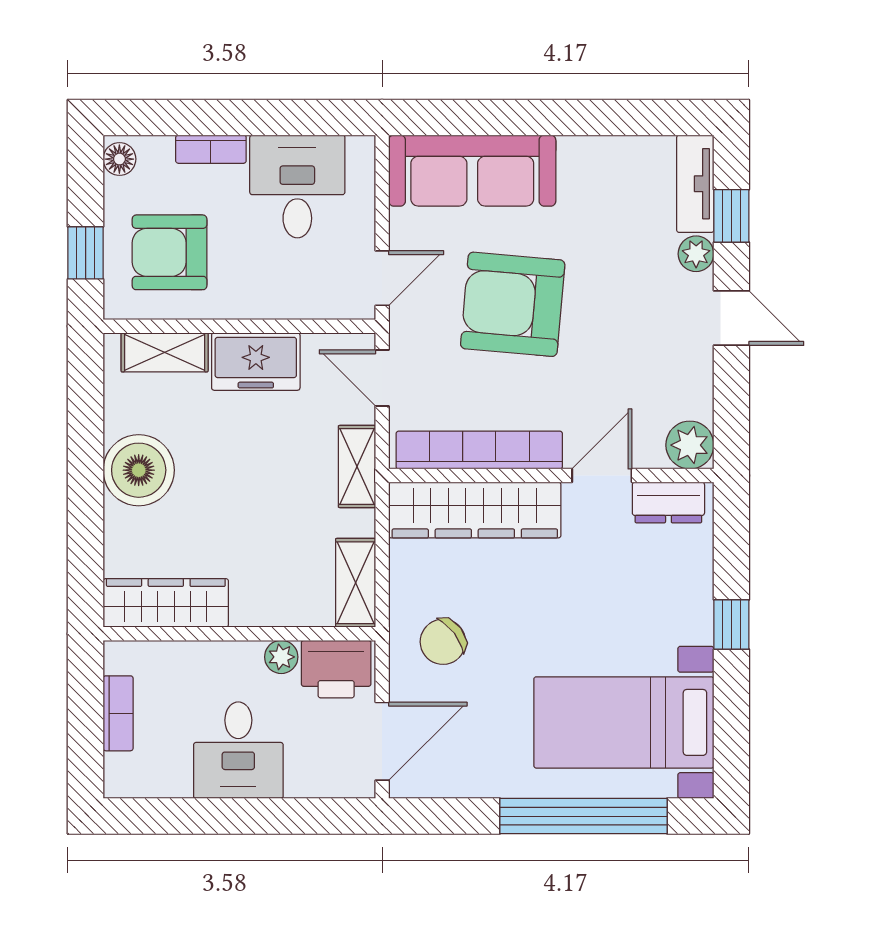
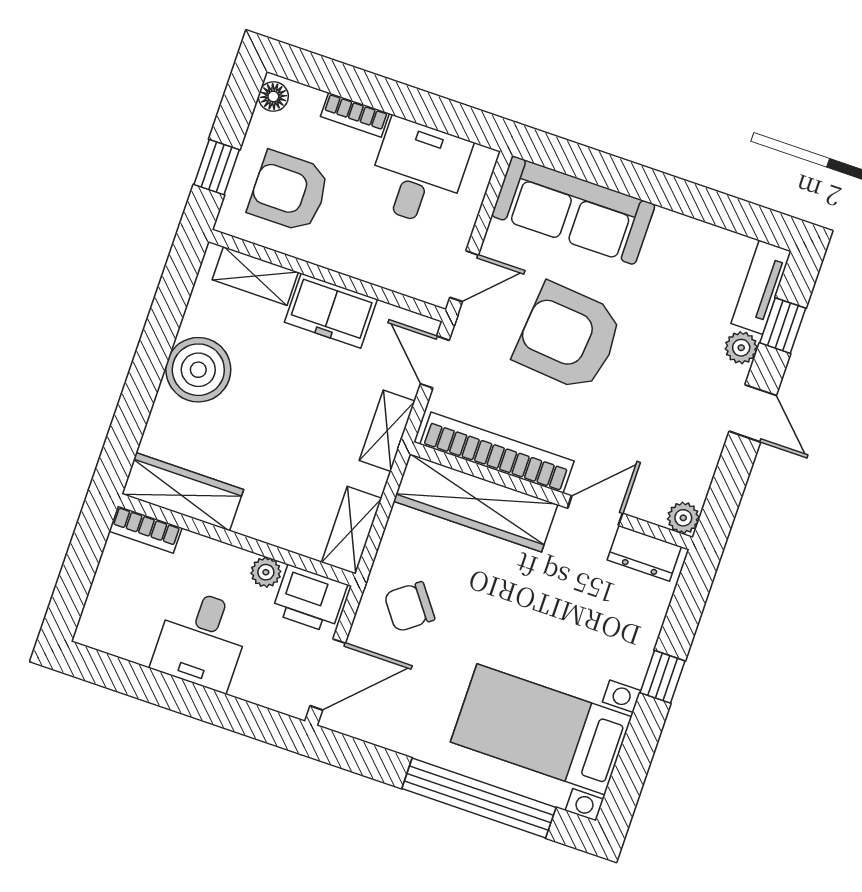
plant: (690, 445) -> (683, 518), width x0.73, depth x0.73
bookcase: (118, 713) -> (145, 529), moved, turned 90

